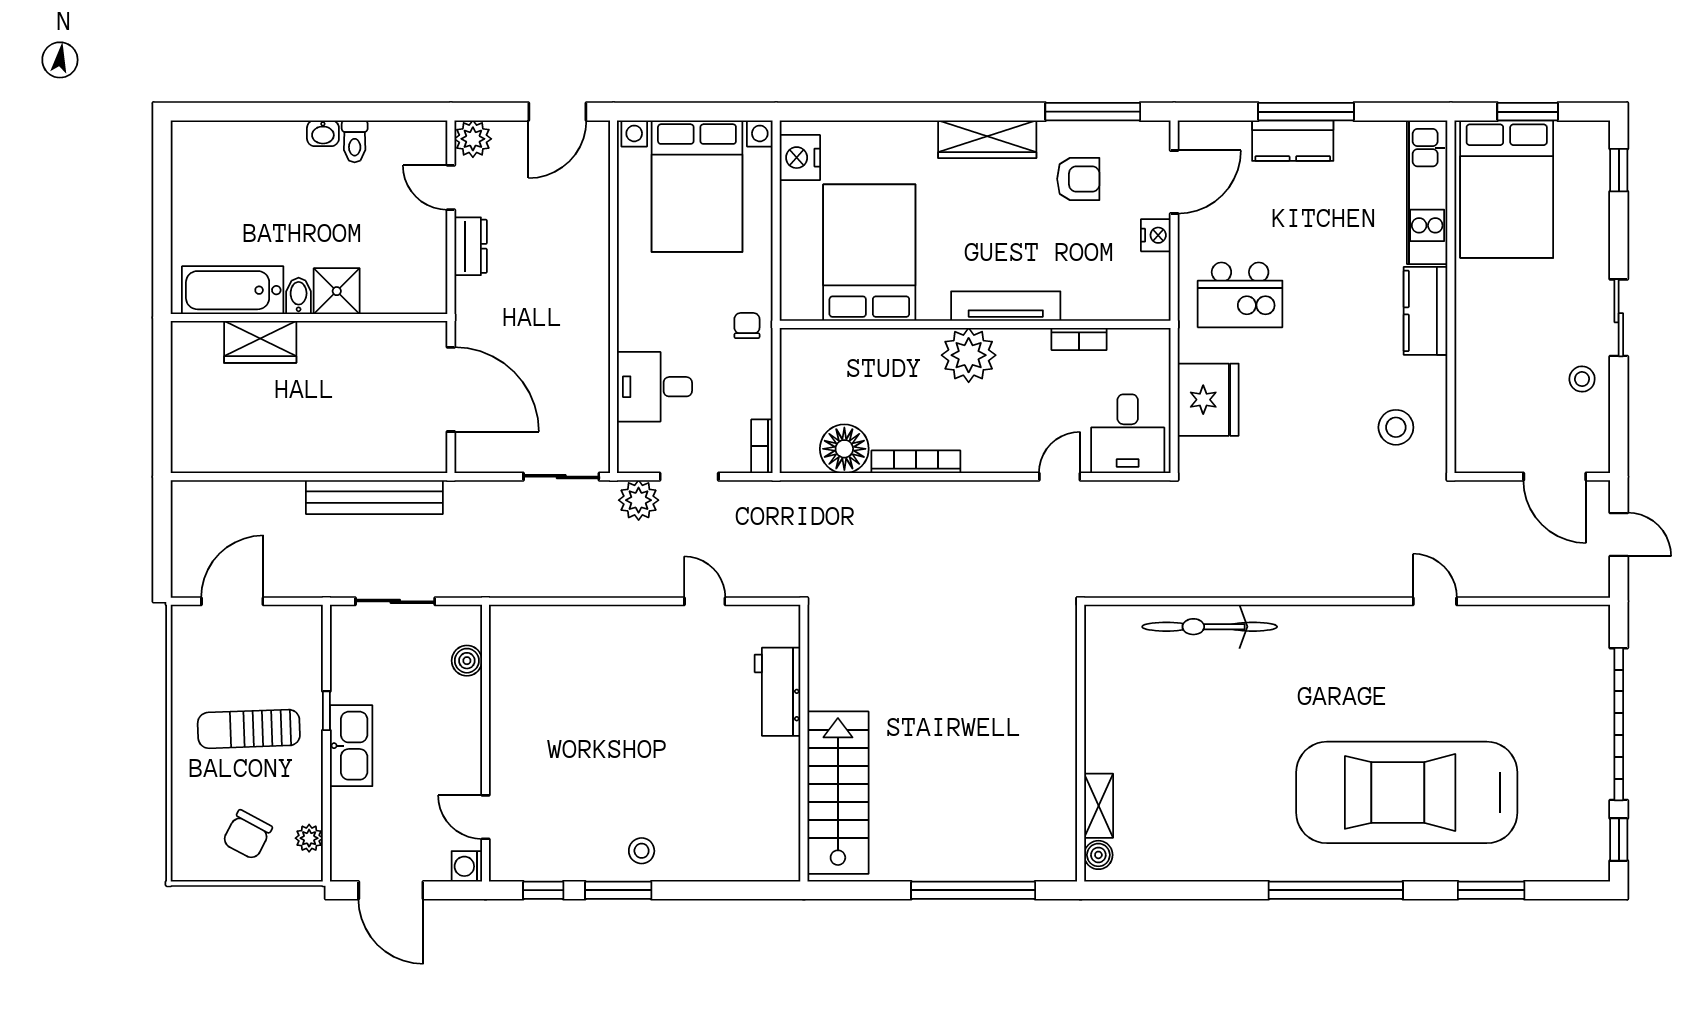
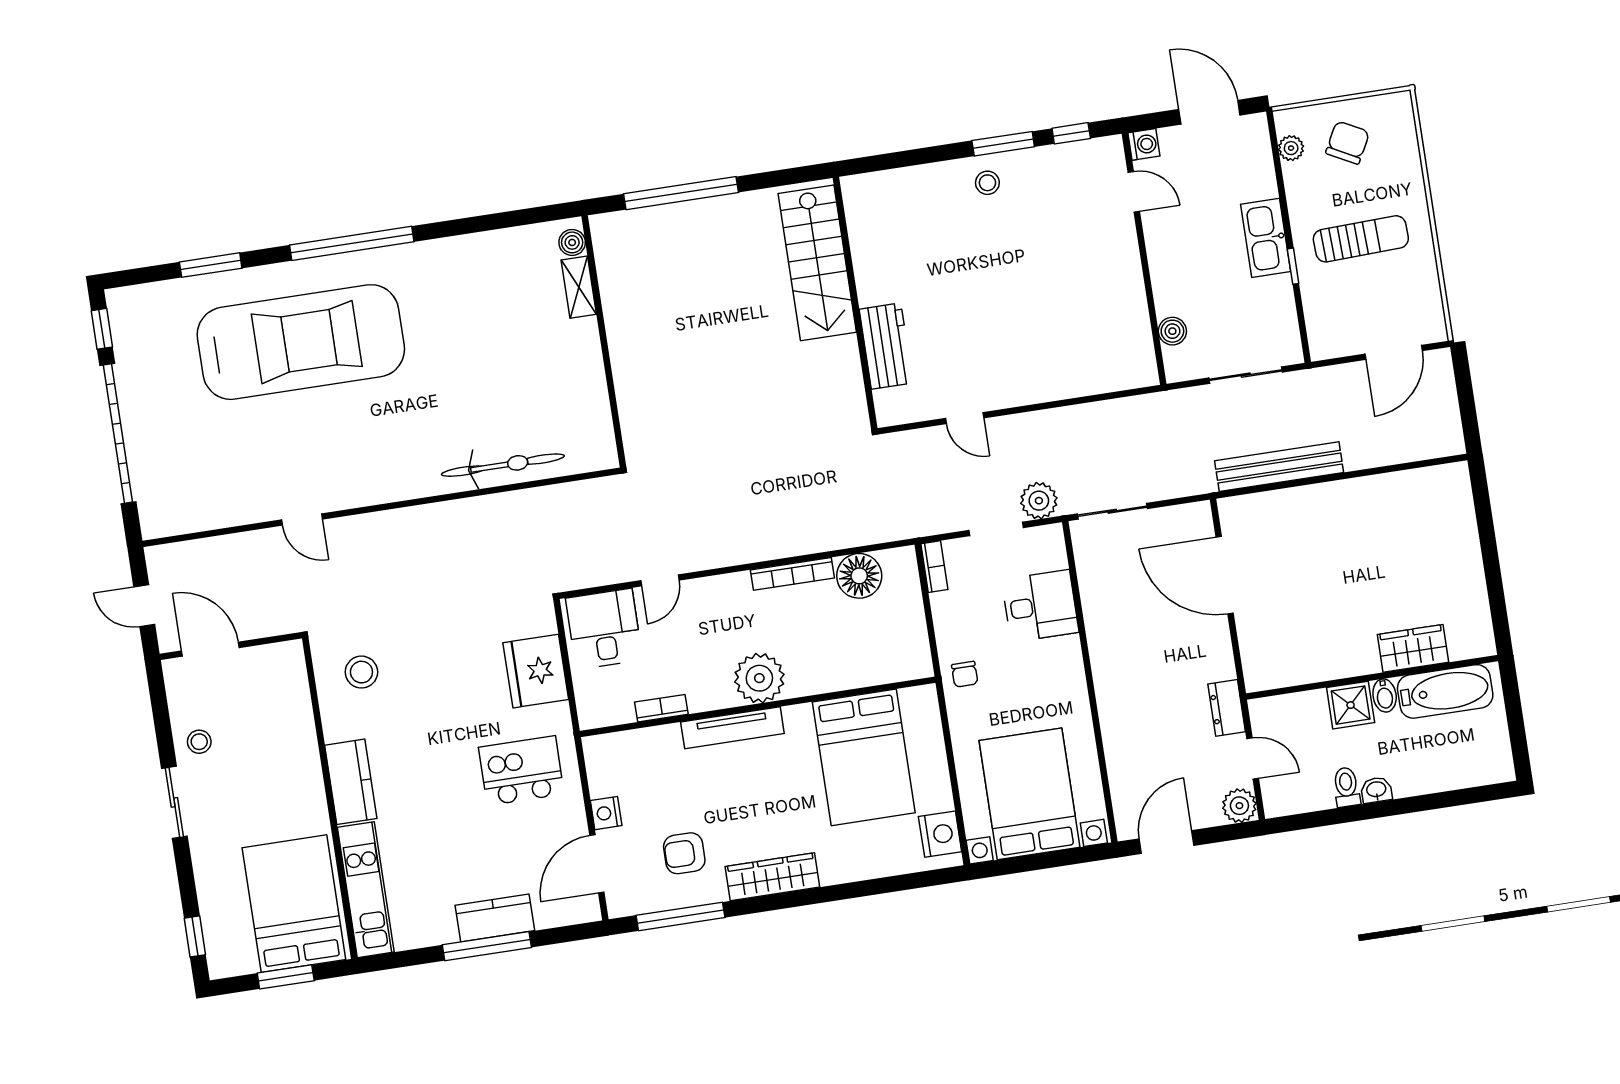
bathtub: (233, 290) -> (1445, 691), moved
shower: (337, 291) -> (1351, 705), moved
bidet: (299, 296) -> (1385, 695), moved
wall: (309, 318) -> (1372, 677), moved
wardrobe: (260, 342) -> (1413, 648), moved

